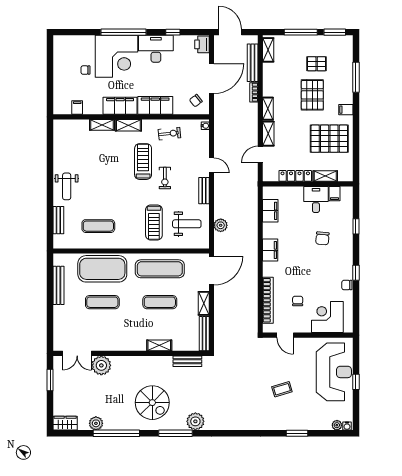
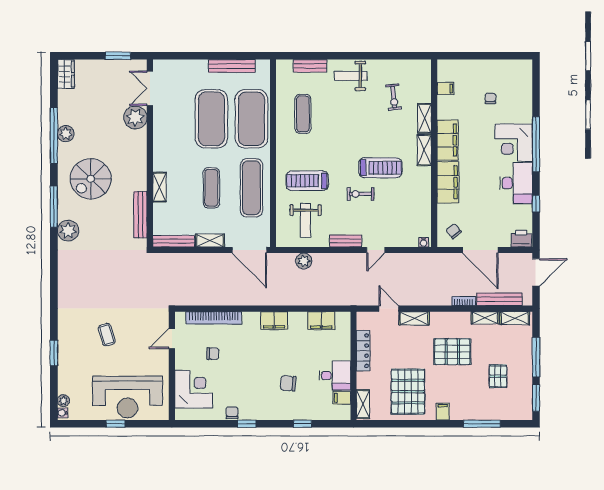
corner desk: (116, 56) -> (514, 143), width x0.74, depth x0.74
pallet: (312, 95) -> (452, 352), moved
shelving: (268, 109) -> (485, 318), moved
exercise bike: (169, 134) -> (394, 97), moved
shelving: (325, 176) -> (363, 404), moved
exercise mat: (102, 302) -> (211, 119), width x2.00, depth x1.45
bench: (187, 361) -> (140, 215), width x1.36
plant: (96, 423) -> (66, 134), moved

